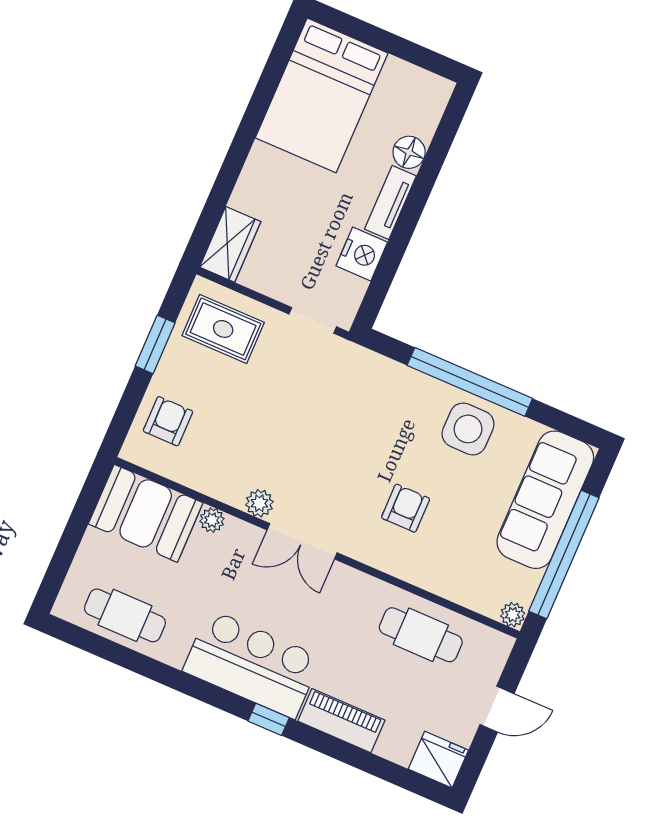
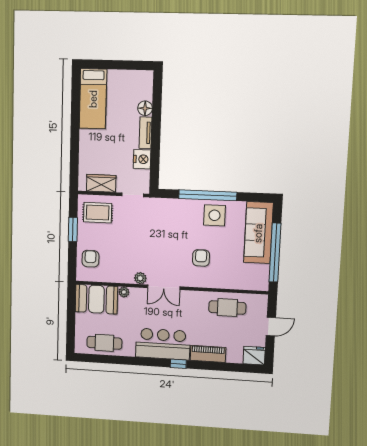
bed: (322, 95) -> (93, 99), width x0.67
wardrobe: (230, 244) -> (101, 183), moved, turned -90
plant: (513, 615) -> (263, 285), removed

